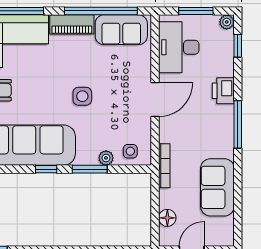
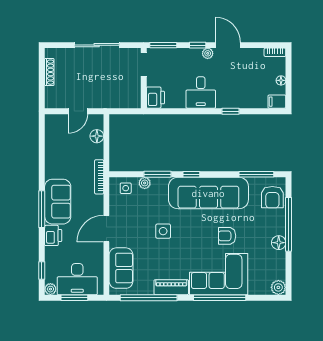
sofa: (121, 30) -> (121, 268), moved, turned 90
desk: (179, 47) -> (77, 279), moved, turned 90
sofa: (217, 187) -> (58, 202), moved

